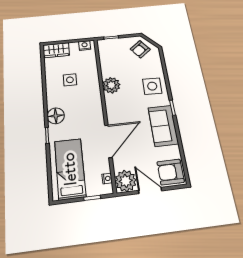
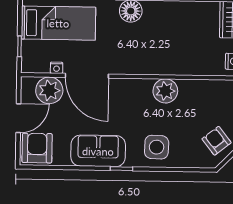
side table: (70, 80) -> (181, 35), removed
nightstand: (107, 178) -> (57, 68), moved
plant: (126, 181) -> (49, 90), moved

